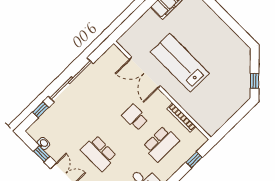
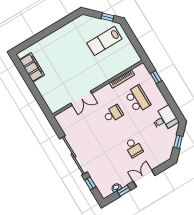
lab bench: (180, 63) -> (104, 41), moved, width x0.73, depth x0.72
double door: (145, 73) -> (81, 98), width x0.73
school desk: (135, 117) -> (113, 114), turned 180
school desk: (99, 153) -> (134, 148), width x0.54

